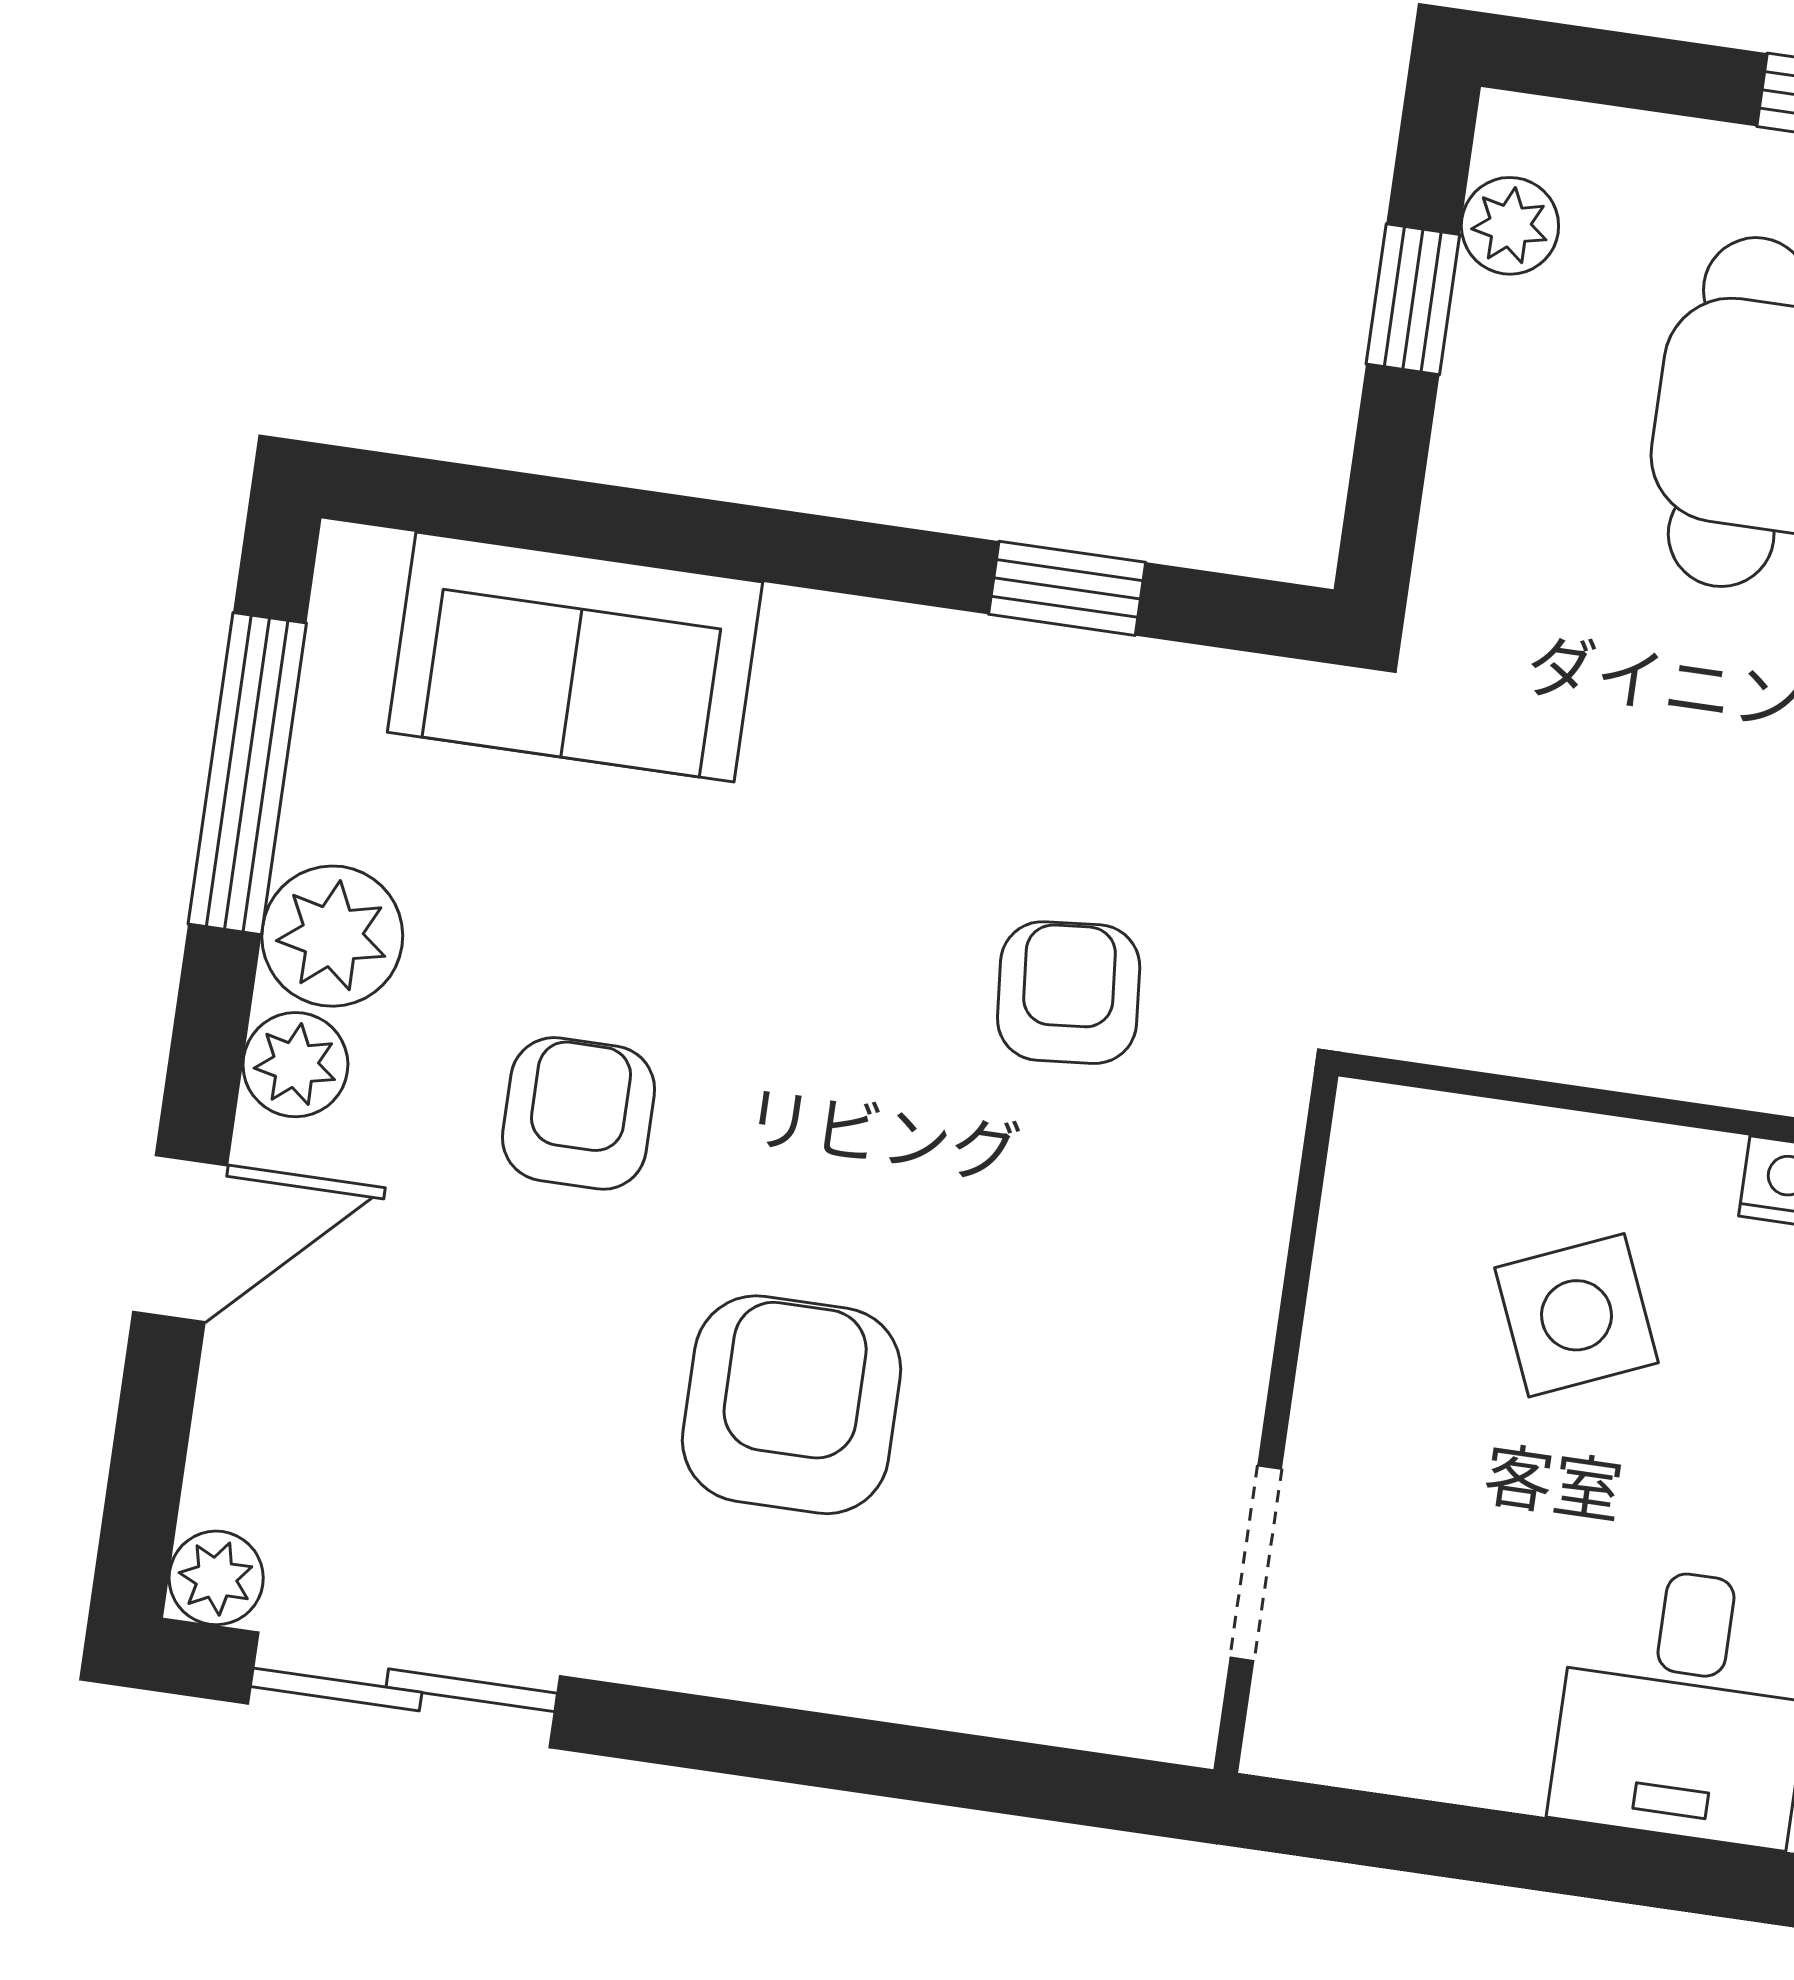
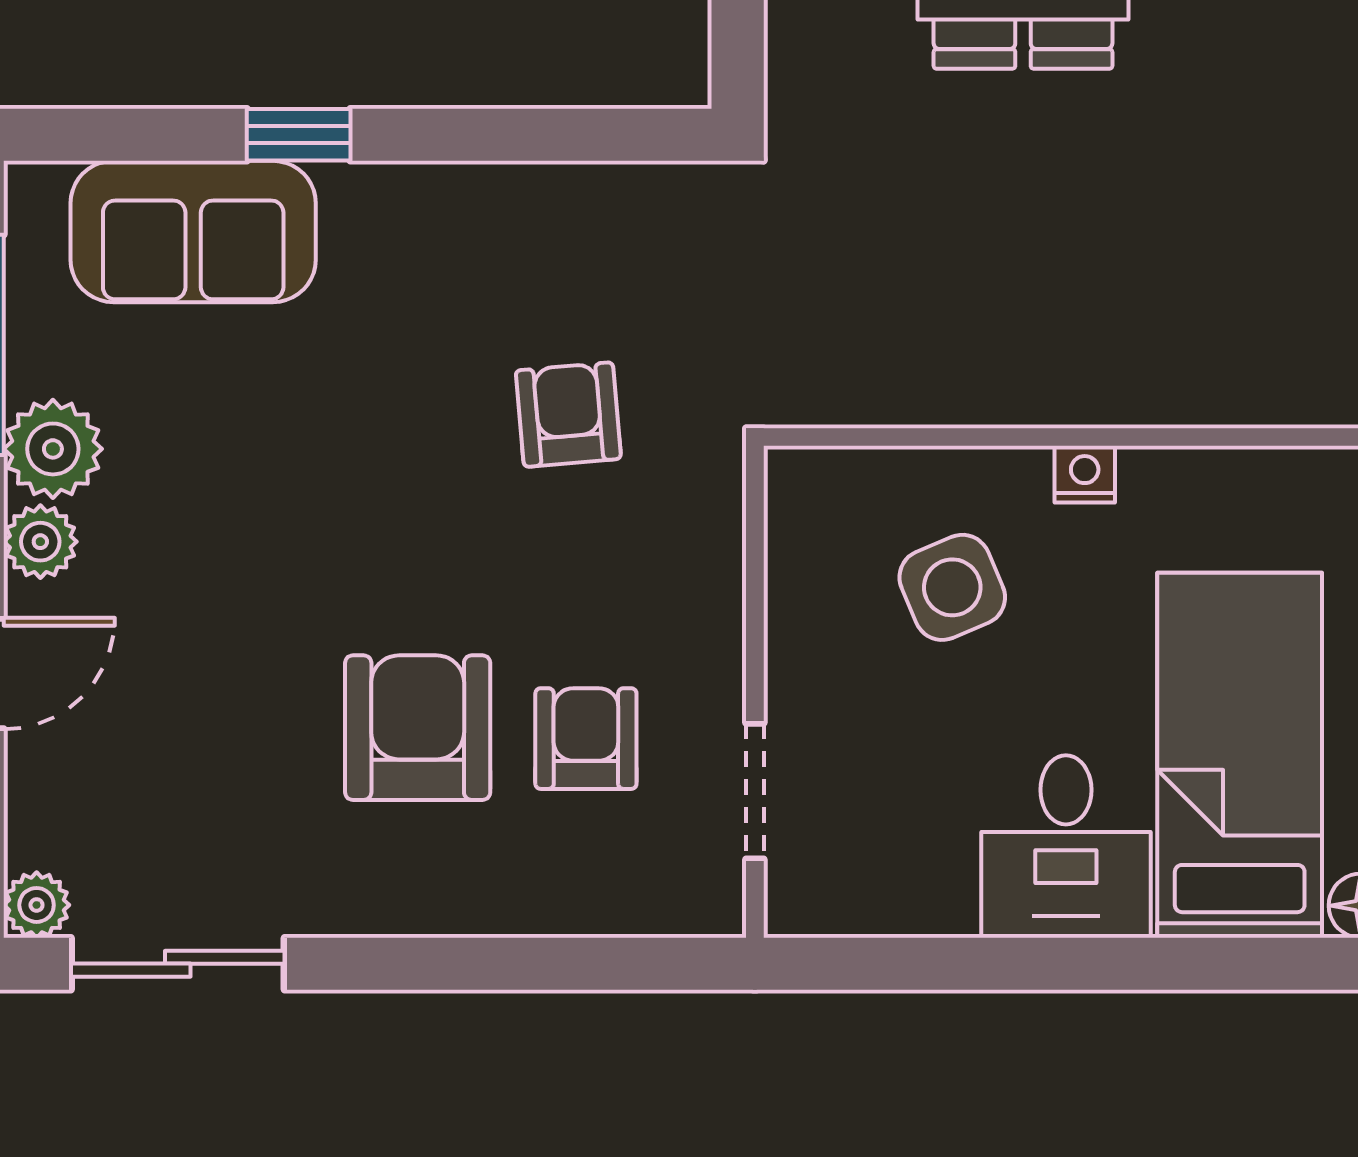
window: (1067, 588) -> (299, 135), moved
armchair: (579, 1113) -> (586, 739), moved

